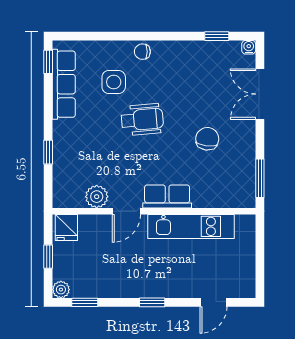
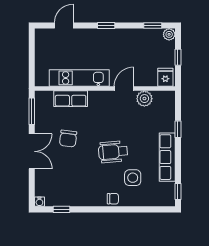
row of seats: (64, 84) -> (167, 157), moved
double door: (260, 94) -> (32, 151), moved
row of seats: (167, 196) -> (71, 99), moved

